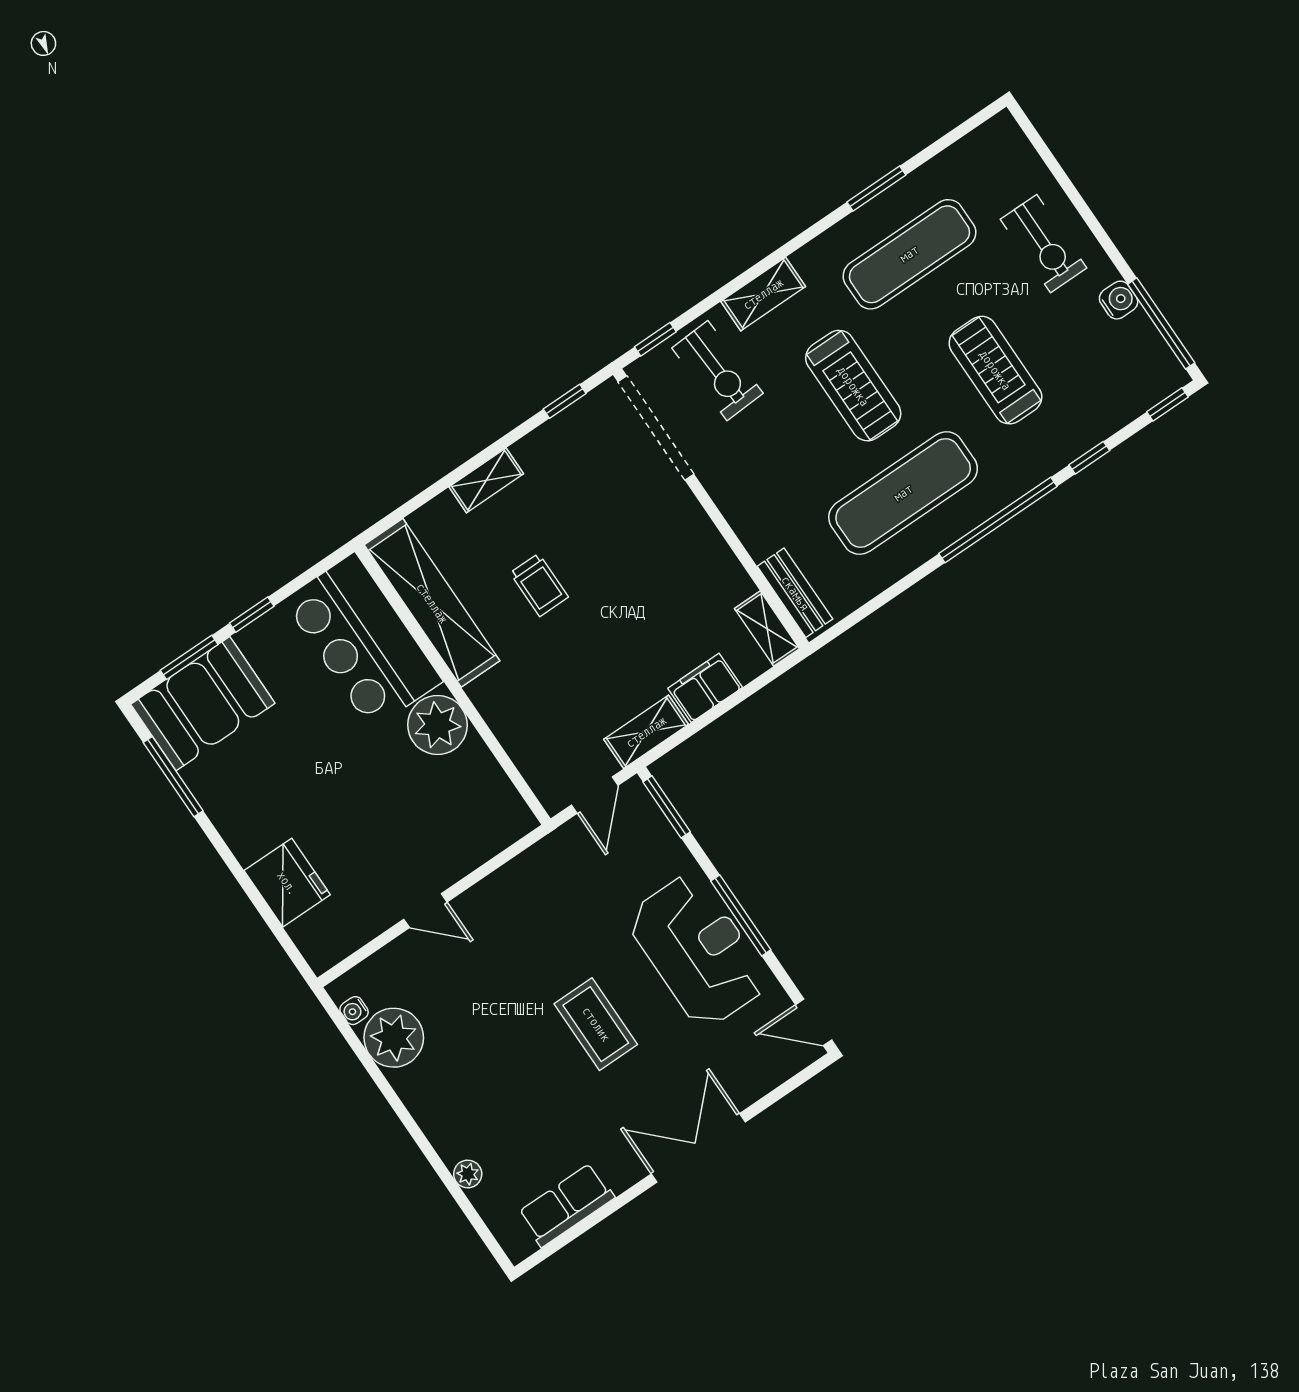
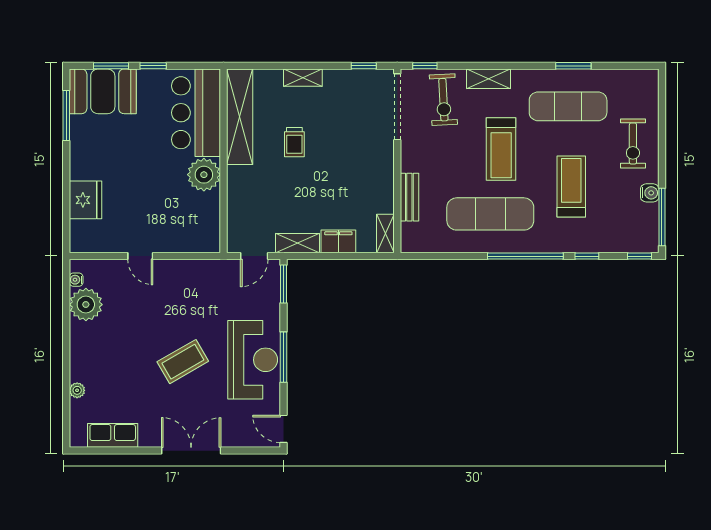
bench: (795, 593) -> (409, 197), moved
coffee table: (596, 1024) -> (183, 362), turned 60

